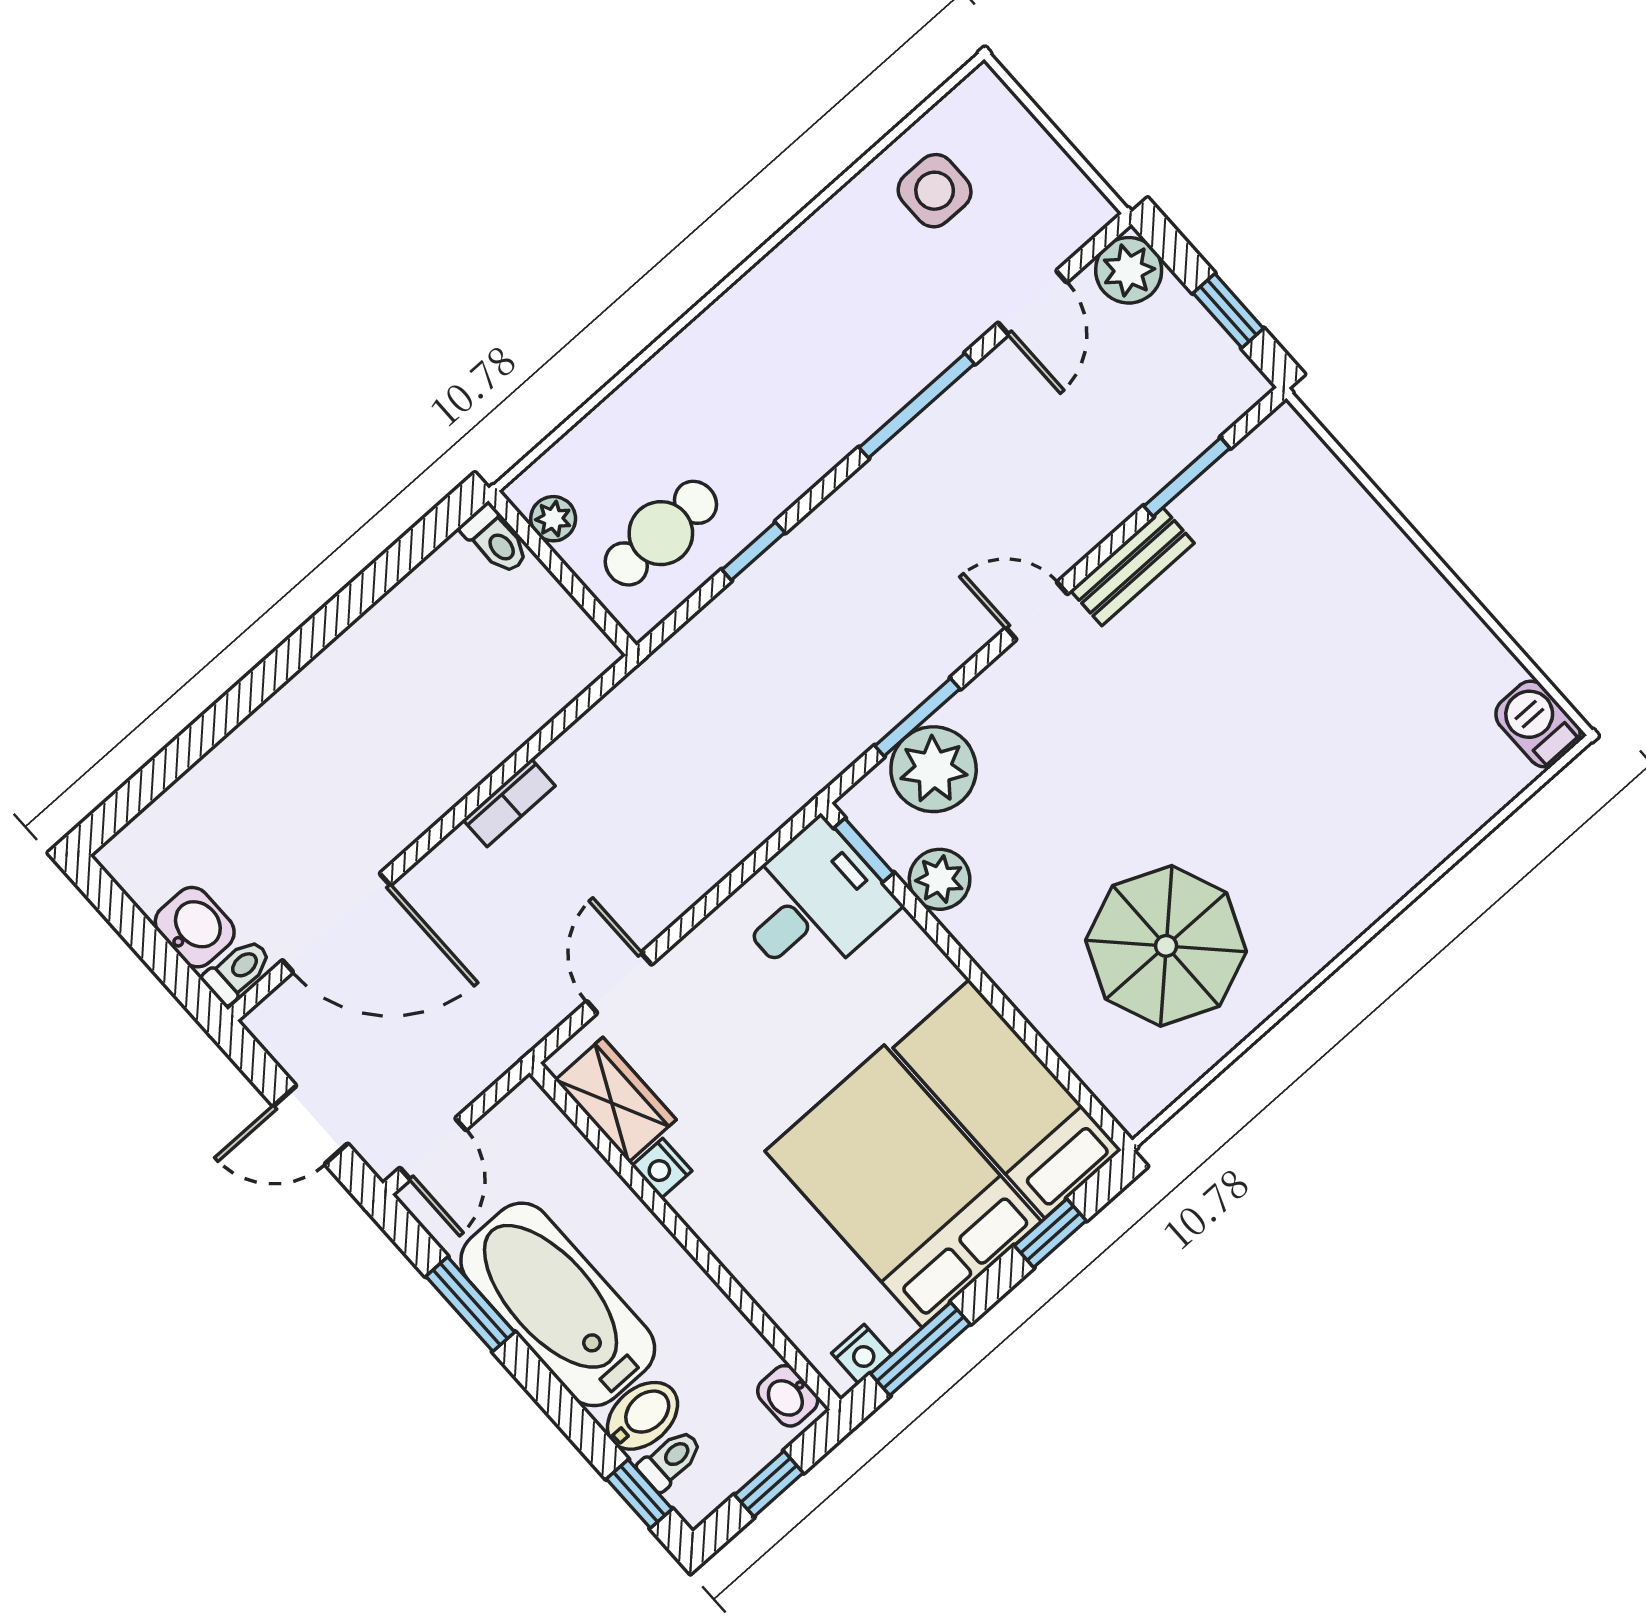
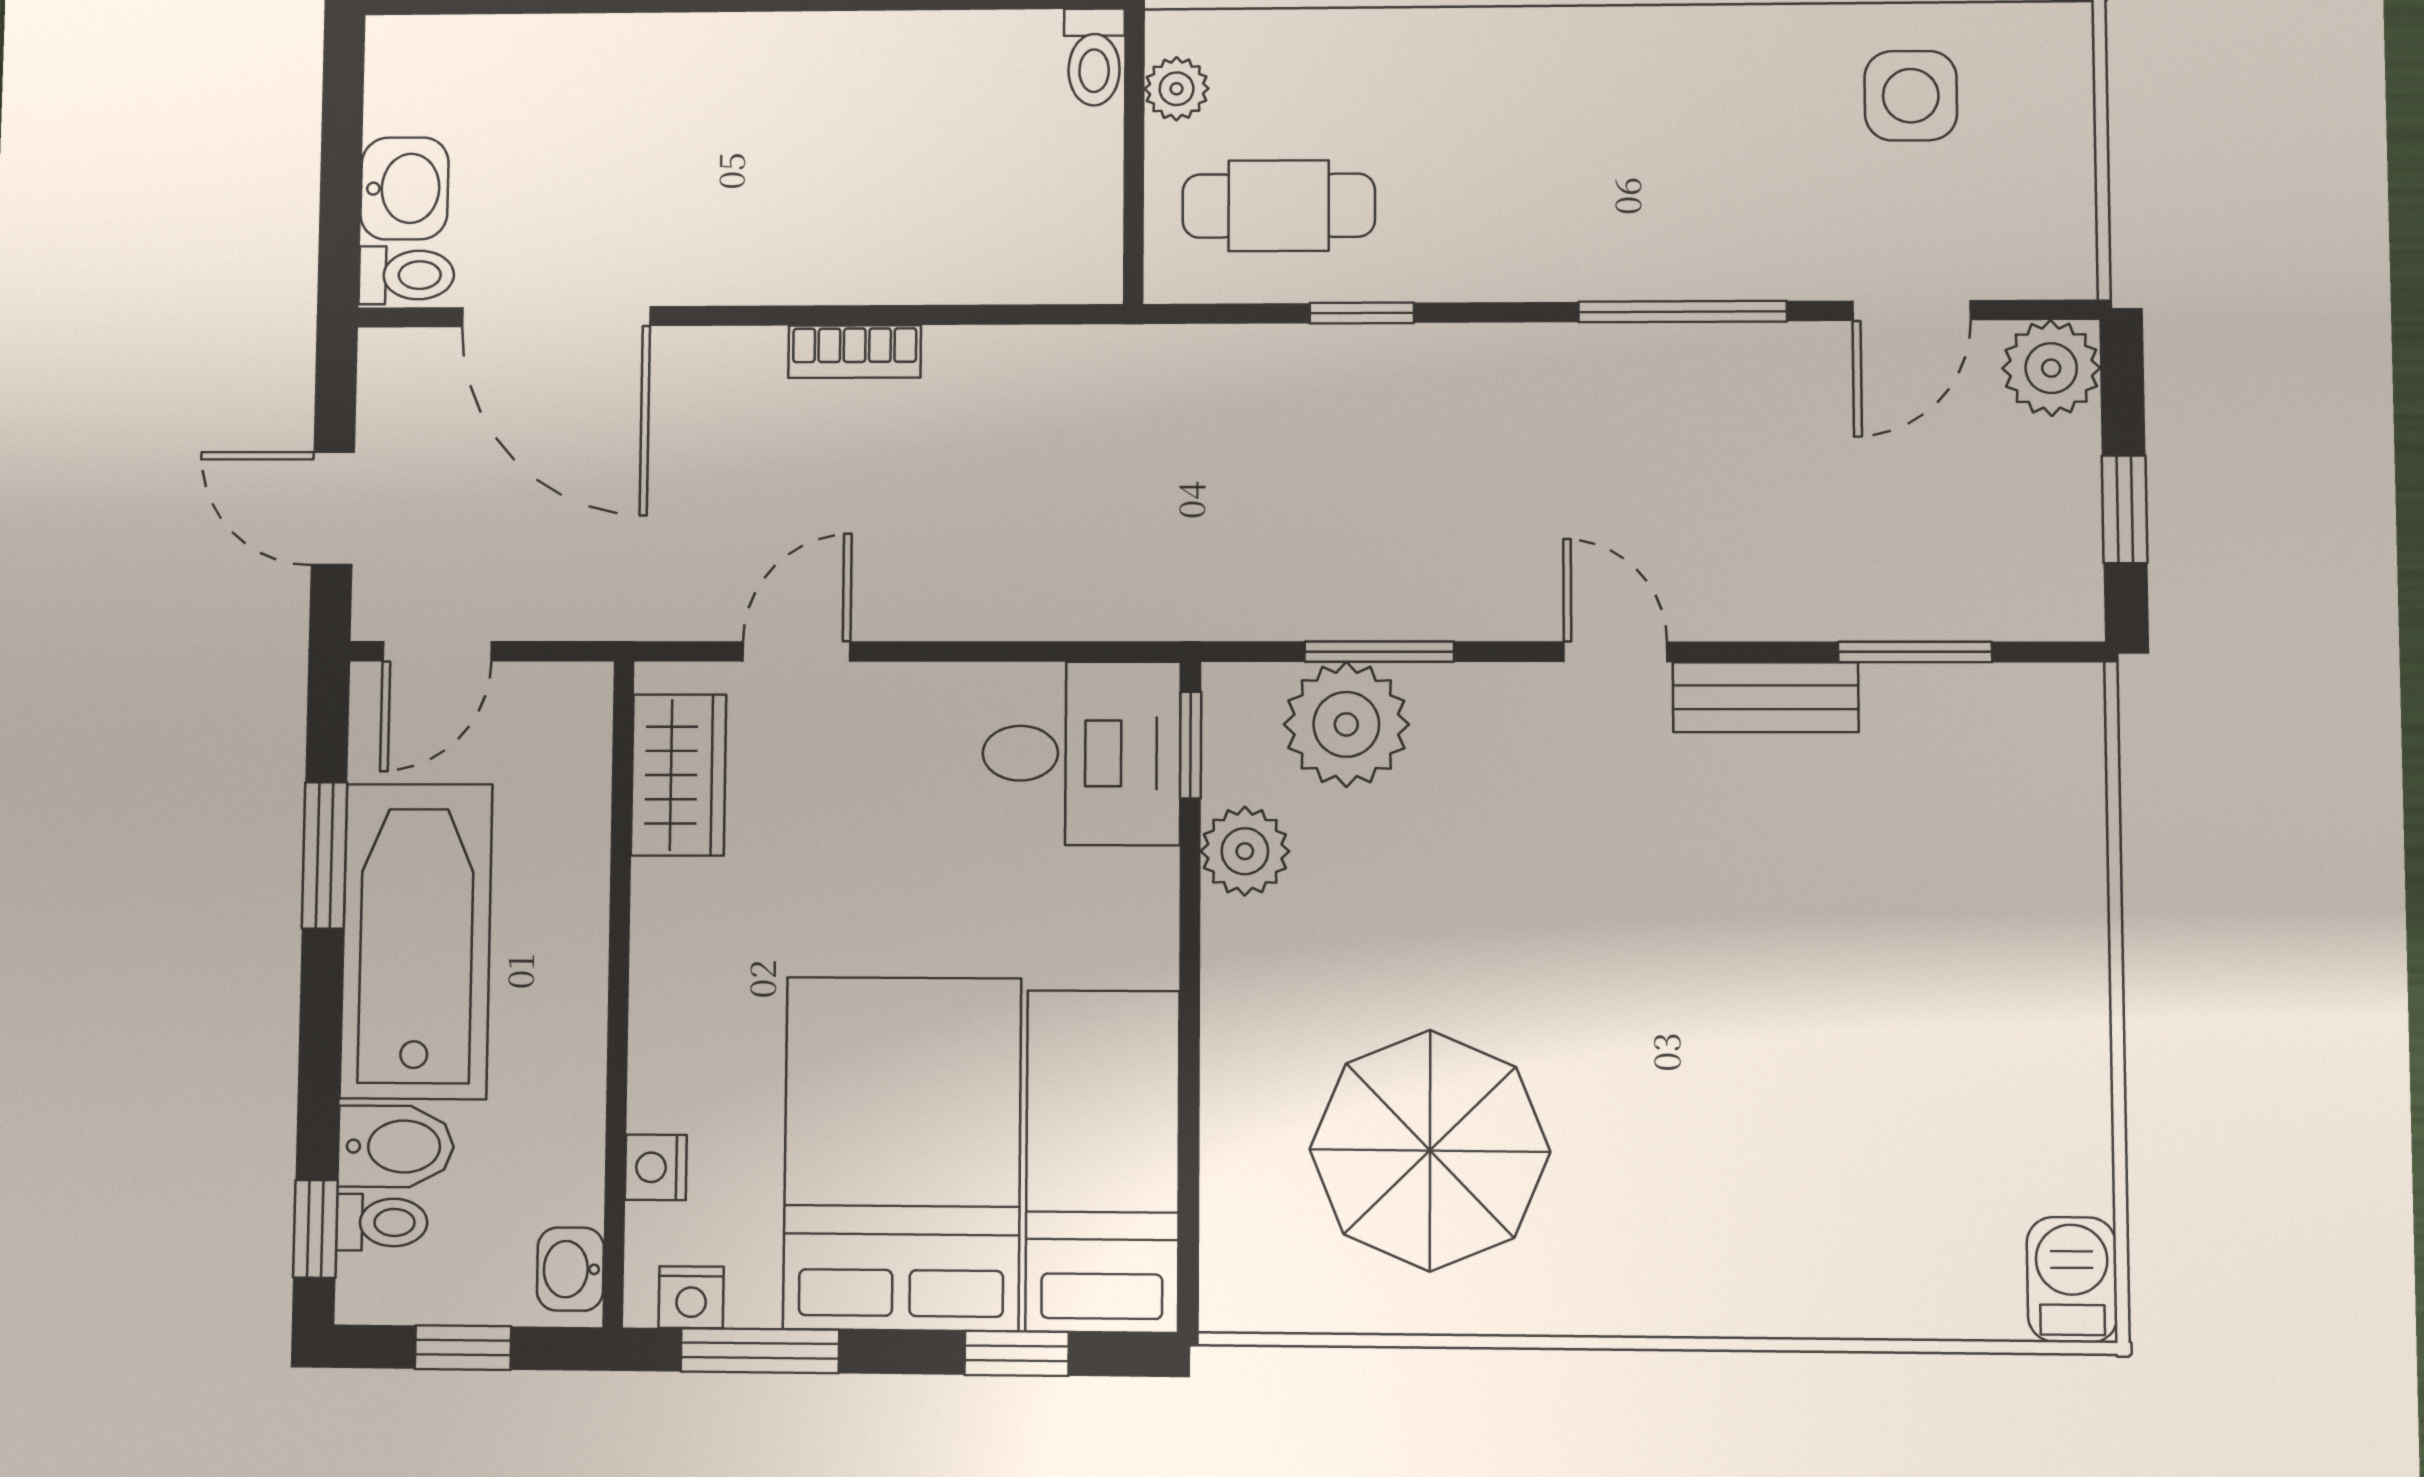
nightstand: (662, 1168) -> (656, 1167), moved

